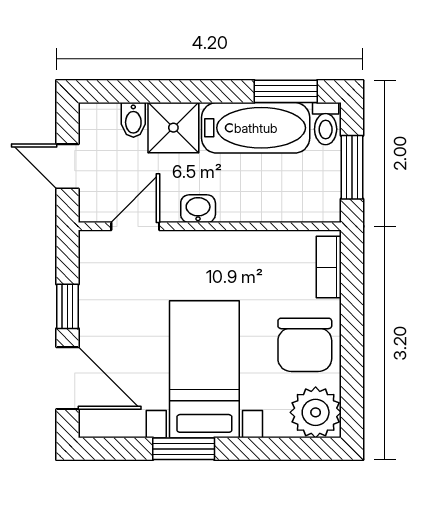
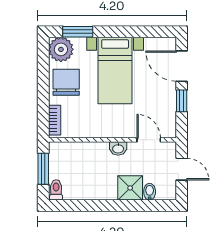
window: (286, 91) -> (75, 206), removed
bathtub: (256, 128) -> (90, 188), removed
door: (135, 226) -> (149, 140), swing flipped
window: (184, 449) -> (78, 32), moved

